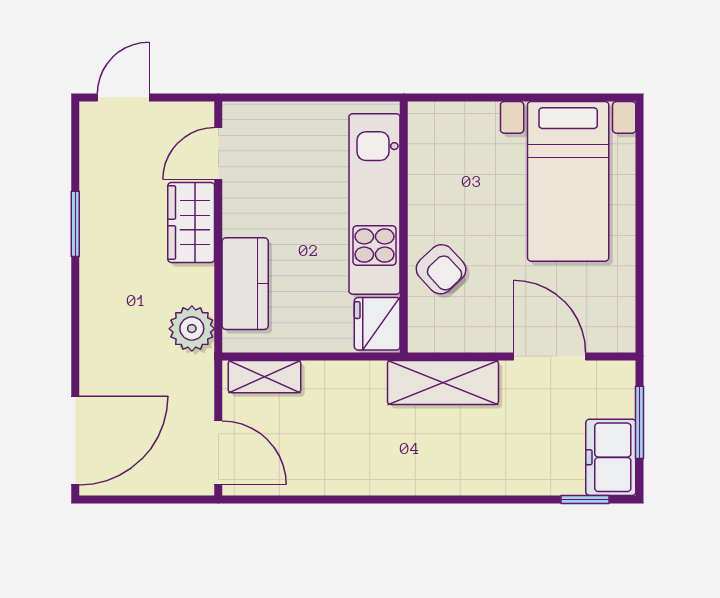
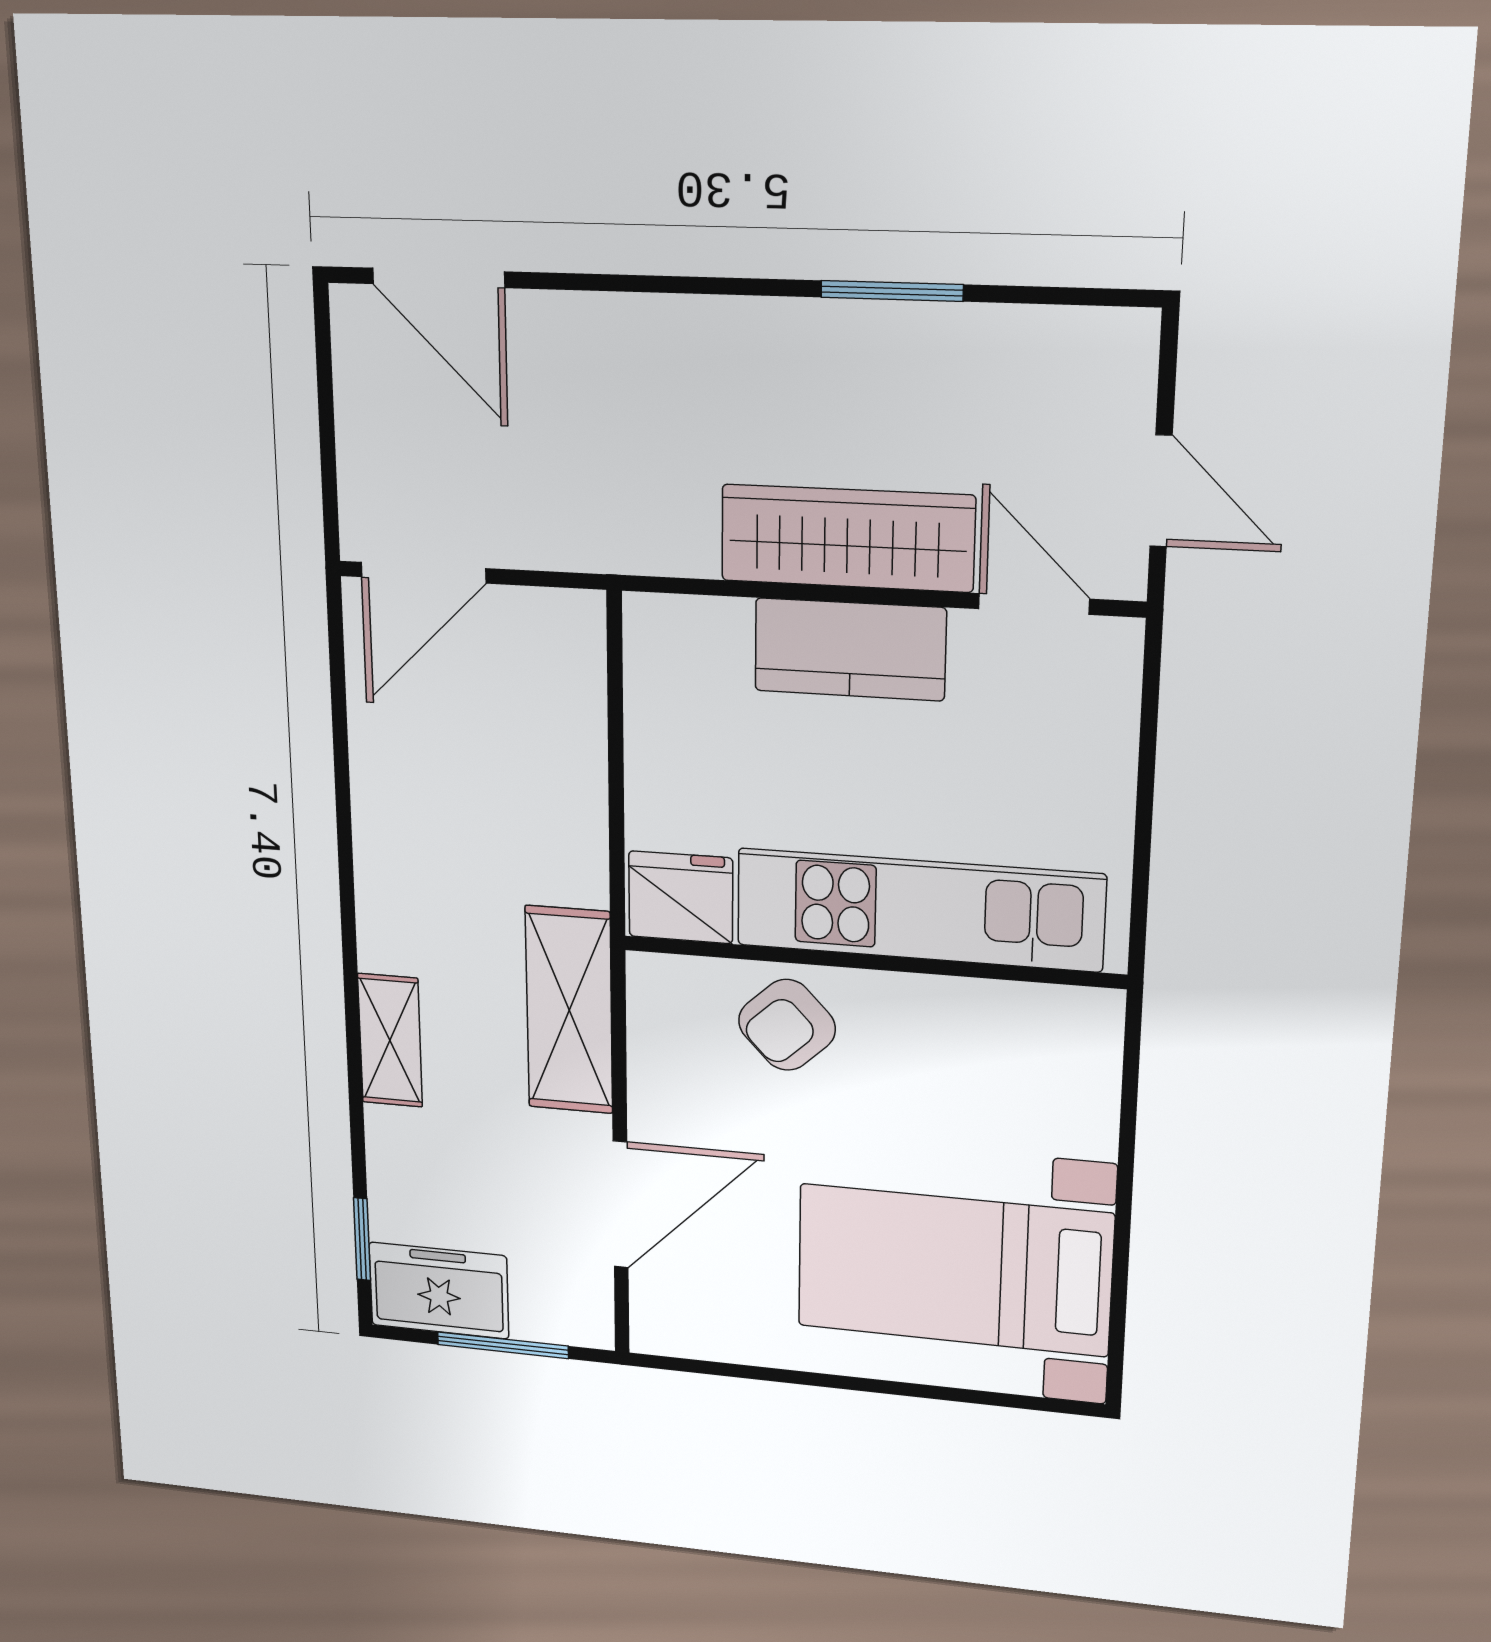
door: (123, 97) -> (1161, 491), moved
wardrobe: (191, 222) -> (847, 538), width x1.50
kitchen counter: (245, 284) -> (850, 649), moved
plant: (192, 329) -> (670, 531), removed
shelving: (264, 377) -> (390, 1040), moved
door: (75, 440) -> (438, 278), width x0.73

